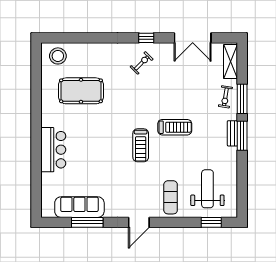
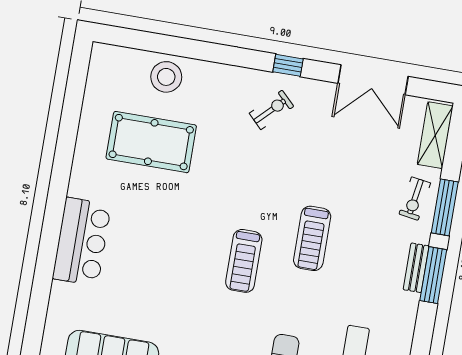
stool: (58, 56) -> (166, 77), moved
treadmill: (175, 127) -> (312, 238), turned 90

